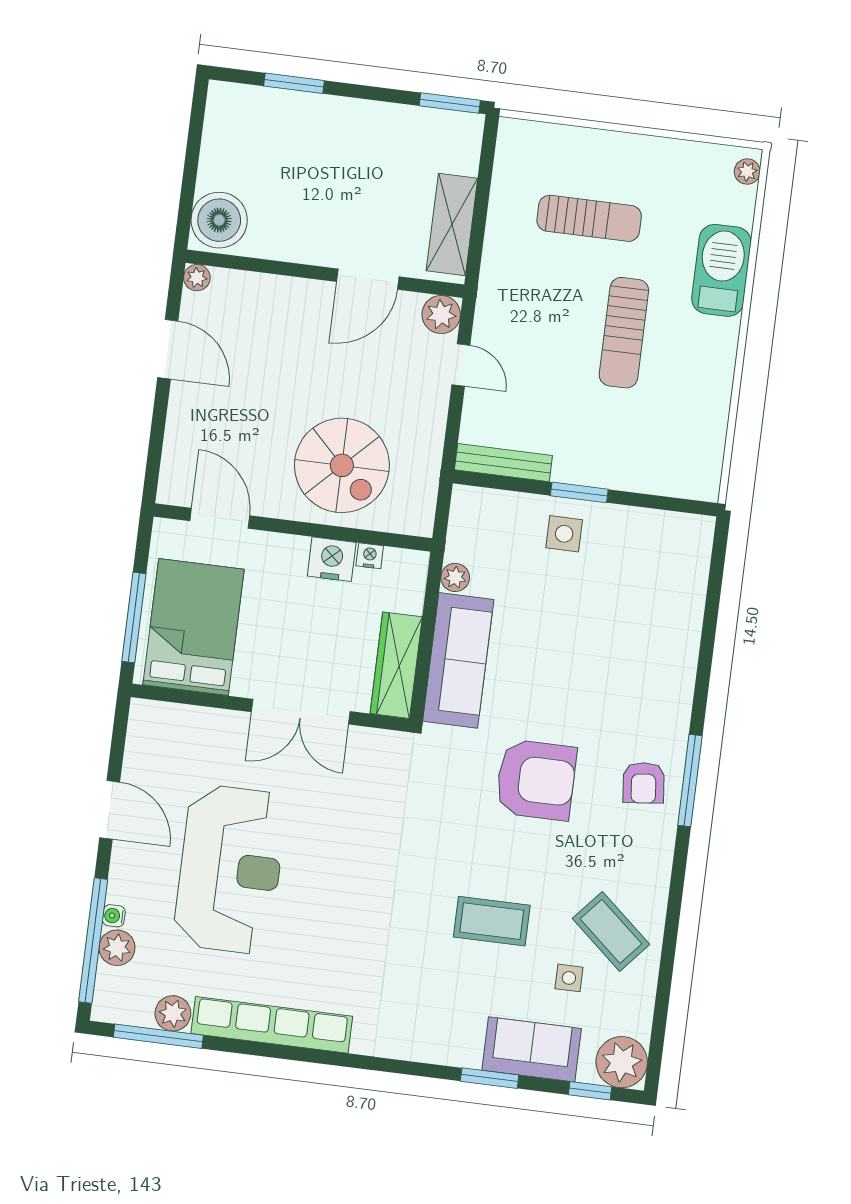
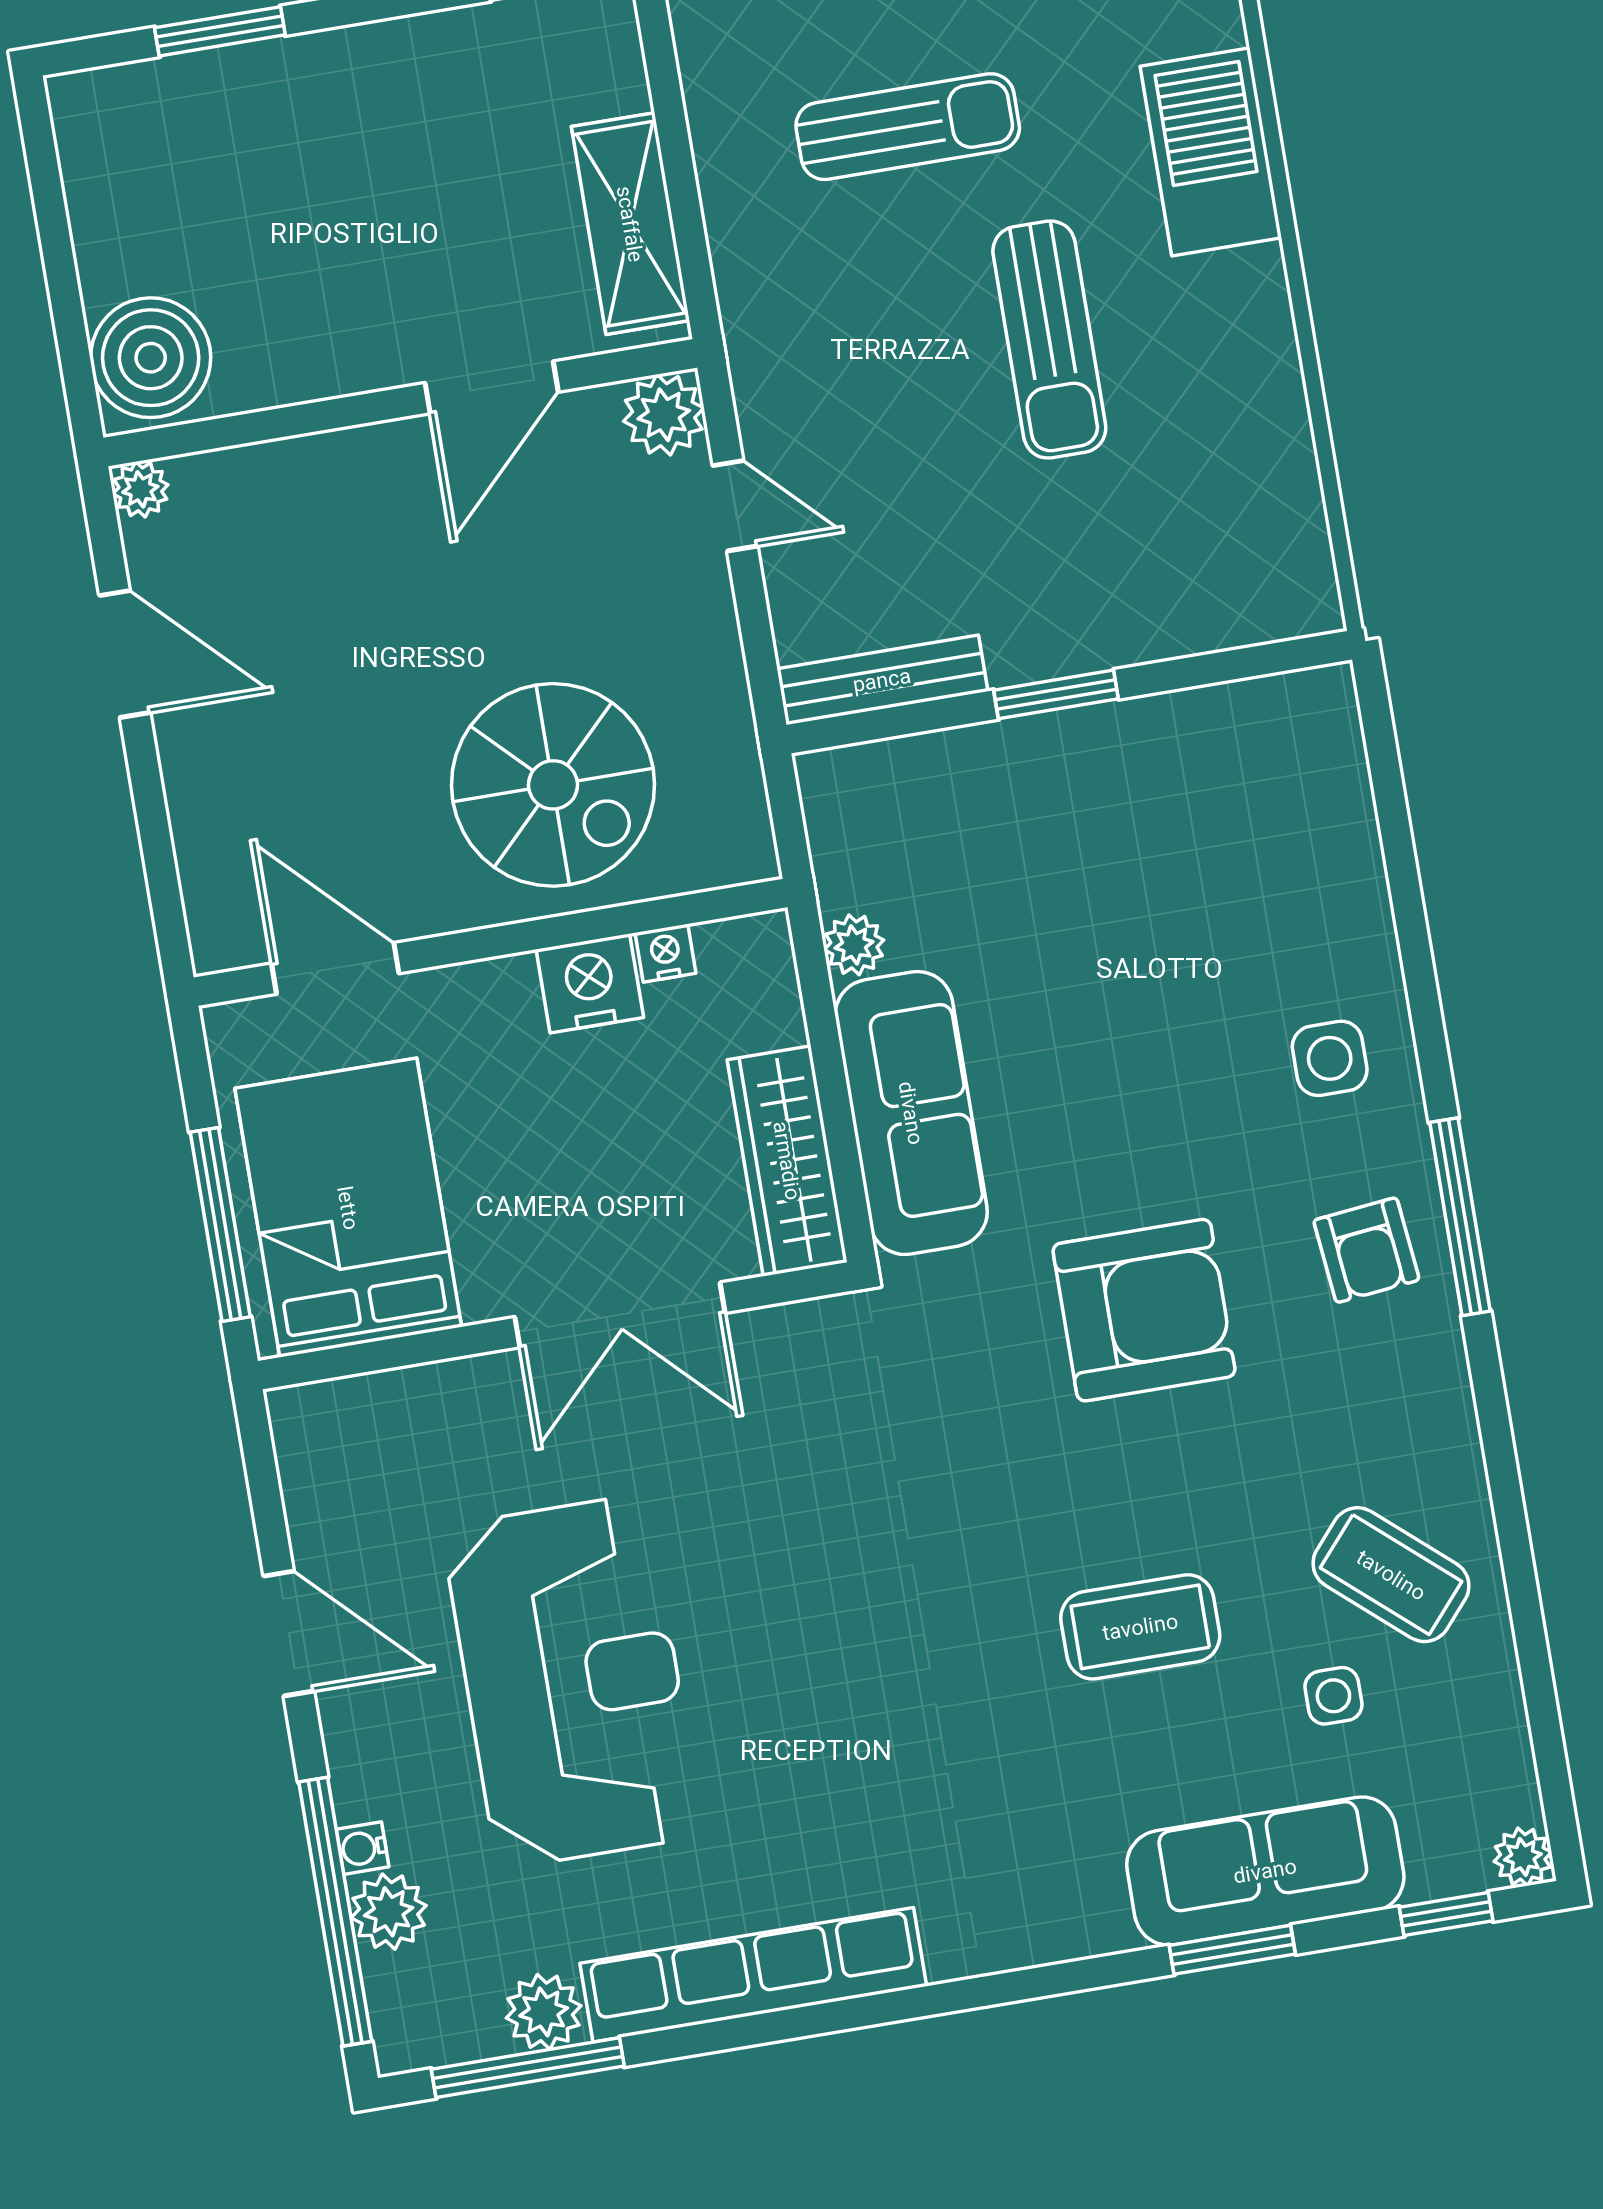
side table: (564, 534) -> (1330, 1058), moved
sofa: (532, 1049) -> (1265, 1871), width x1.36
plant: (622, 1062) -> (1523, 1857), width x0.53, depth x0.53

